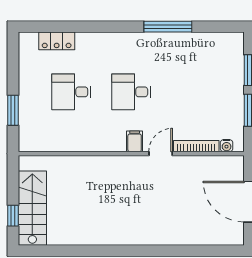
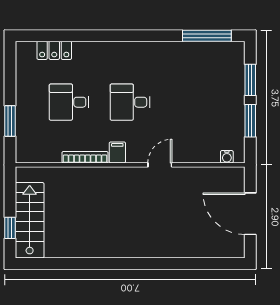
window: (168, 27) -> (207, 36), moved
filing cabinet: (135, 141) -> (117, 152), moved
bookcase: (196, 146) -> (85, 157), moved

